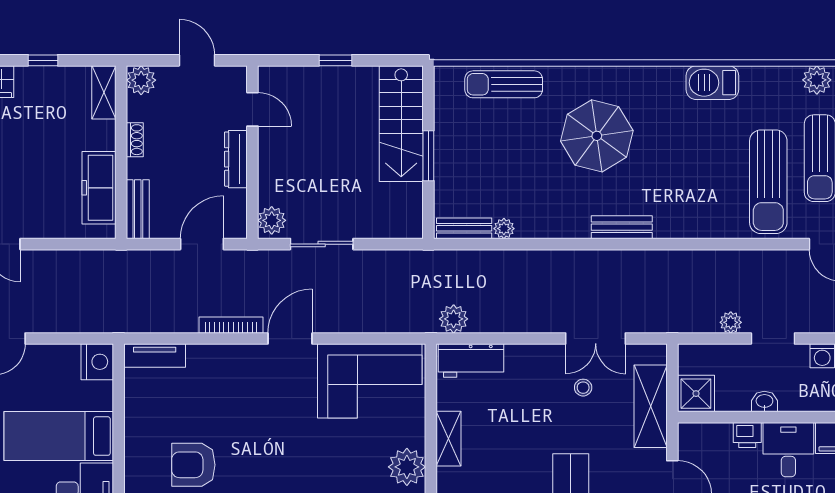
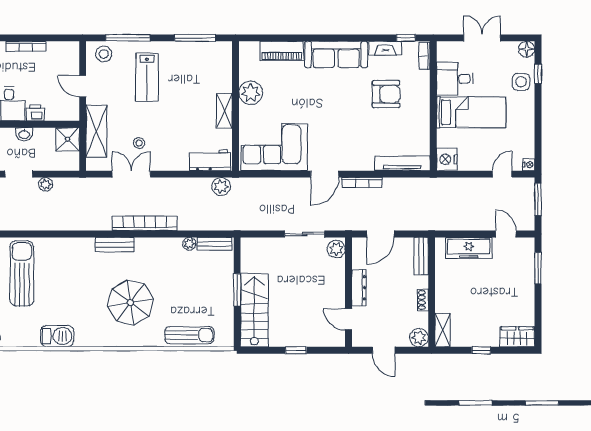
freezer: (99, 188) -> (469, 248), moved, turned 90
bookcase: (574, 261) -> (145, 223), added
tv unit: (155, 356) -> (402, 163), width x1.41

